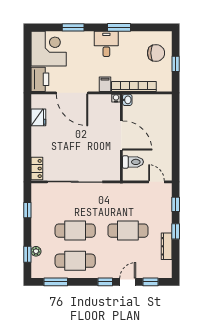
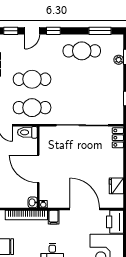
toilet: (133, 162) -> (27, 132), moved
cafe table: (75, 231) -> (32, 108), moved

